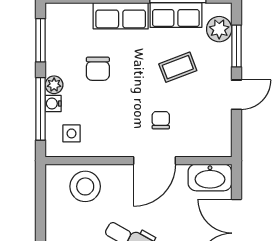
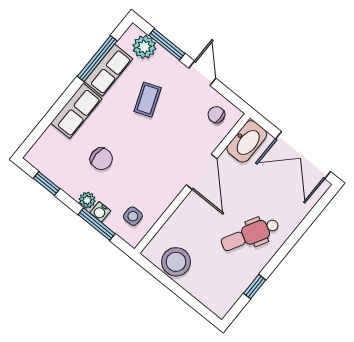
window: (41, 40) -> (47, 184), width x0.67
window: (41, 109) -> (97, 224), width x0.69
chair: (161, 120) -> (216, 115), moved
stool: (85, 186) -> (176, 262), moved

